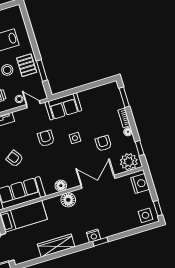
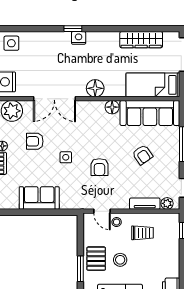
window: (42, 71) -> (80, 269), moved
sofa: (63, 106) -> (39, 198), moved
armchair: (103, 143) -> (35, 141), turned 90
floor lamp: (61, 186) -> (112, 107), moved
wardrobe: (56, 246) -> (141, 40), moved

